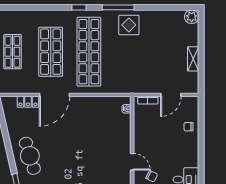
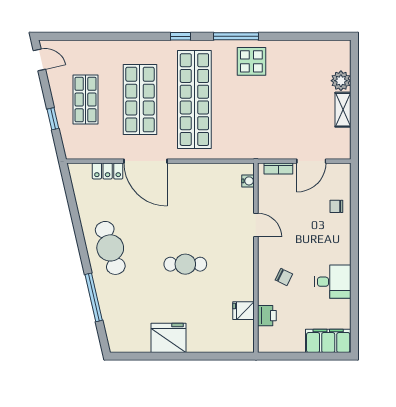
plant: (192, 17) -> (341, 81), moved
door: (55, 95) -> (145, 161), hinge flipped
door: (132, 162) -> (256, 225), moved
cafe table: (82, 167) -> (185, 264), added

